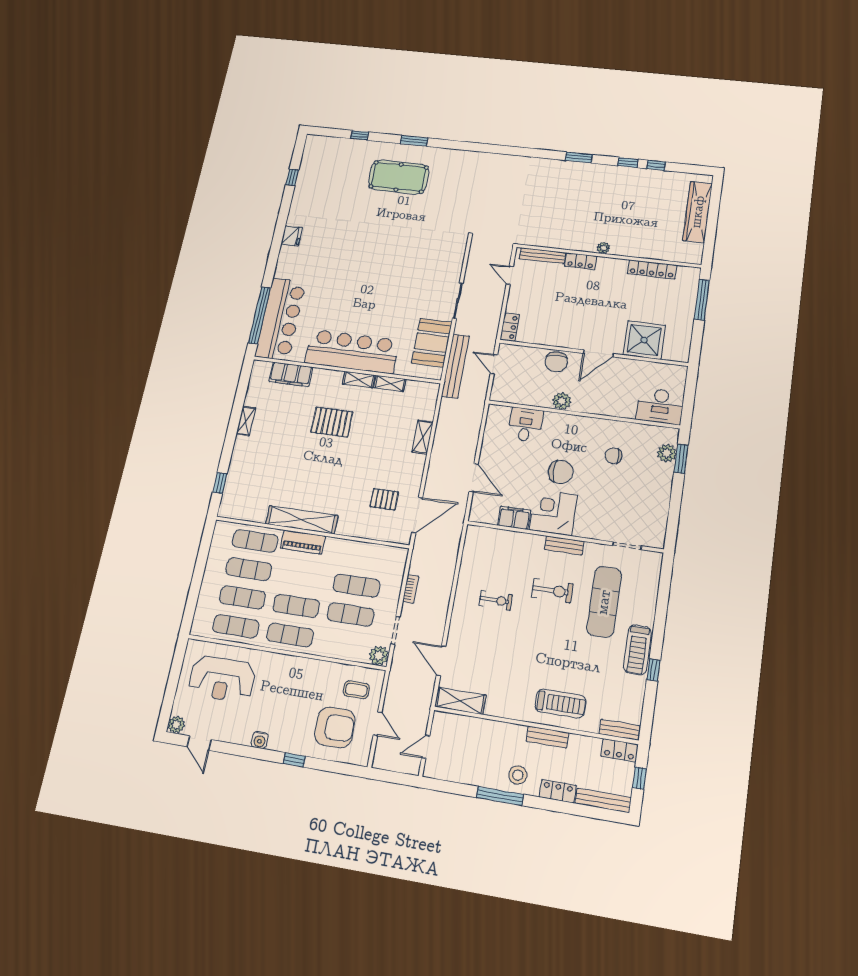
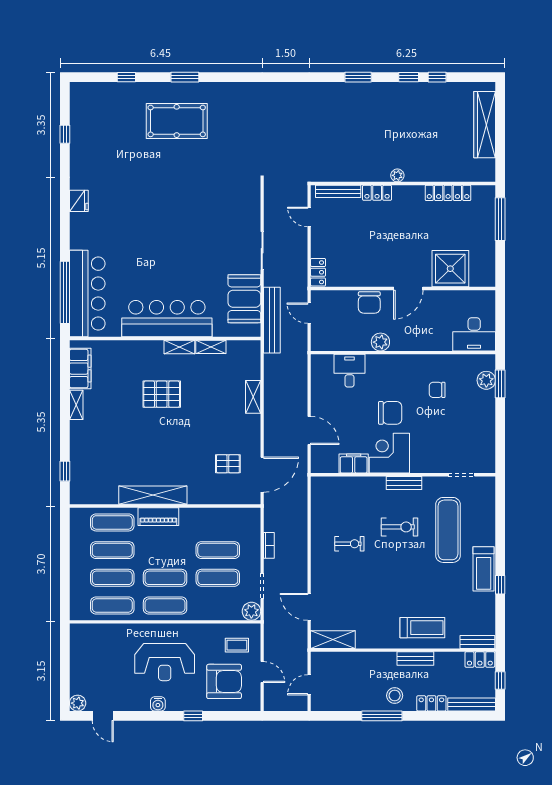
filing cabinet: (291, 374) -> (80, 369), moved, turned -90
reception desk: (222, 679) -> (165, 662), moved

